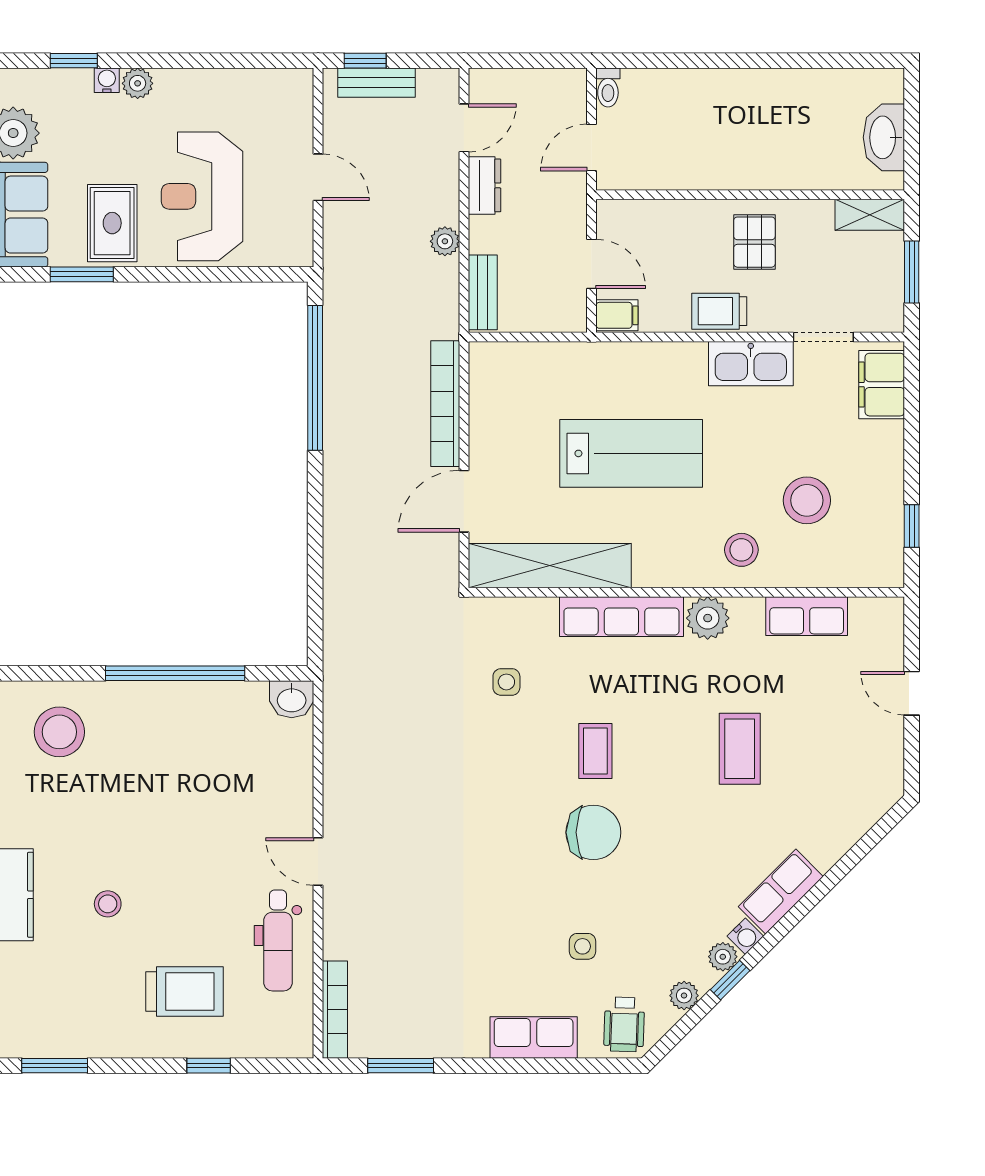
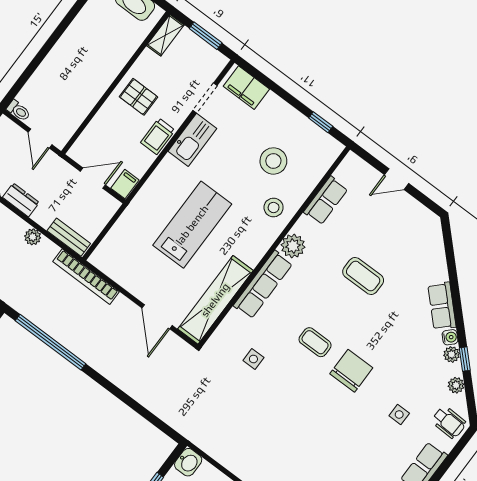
bookcase: (445, 404) -> (86, 277), moved

